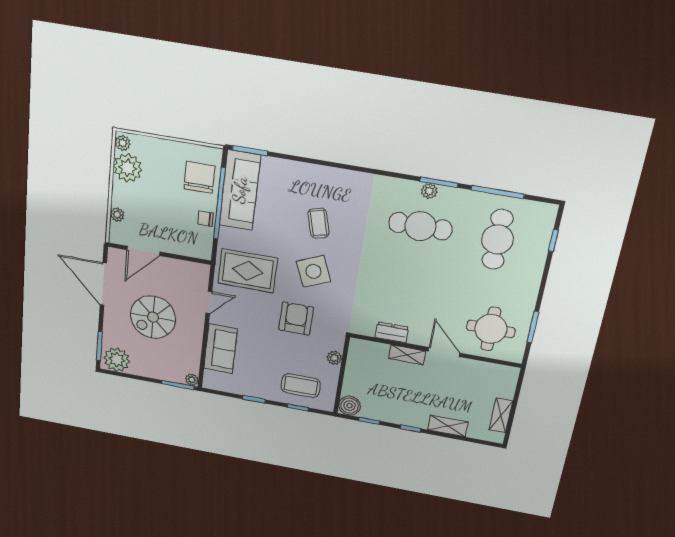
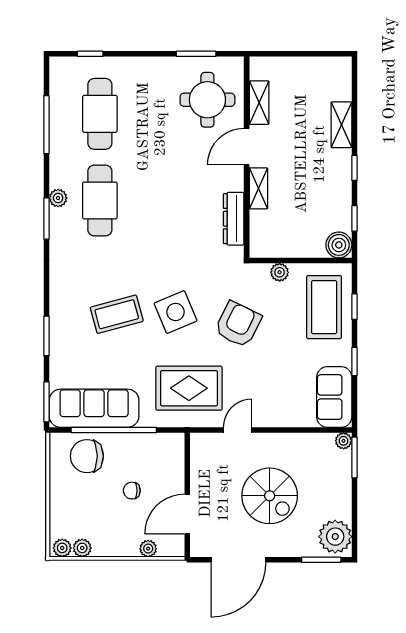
window: (308, 160) -> (46, 336), added
plant: (128, 168) -> (82, 548), width x0.53, depth x0.53
window: (439, 182) -> (46, 219), moved
chair: (205, 219) -> (132, 491), moved, turned 90
coffee table: (319, 223) -> (117, 314), width x1.36, depth x1.30
cafe table: (497, 239) -> (100, 114), turned 90
door: (143, 251) -> (187, 514), swing flipped
rug: (248, 271) -> (189, 388), turned 90
door: (209, 302) -> (238, 430), hinge flipped
armchair: (296, 319) -> (238, 324), turned 116
dresser: (392, 332) -> (234, 219), width x1.44
sofa: (220, 349) -> (334, 397), moved, turned -90
coffee table: (301, 386) -> (324, 307), width x1.36, depth x1.32
shelving: (501, 415) -> (259, 103), moved, turned 90

